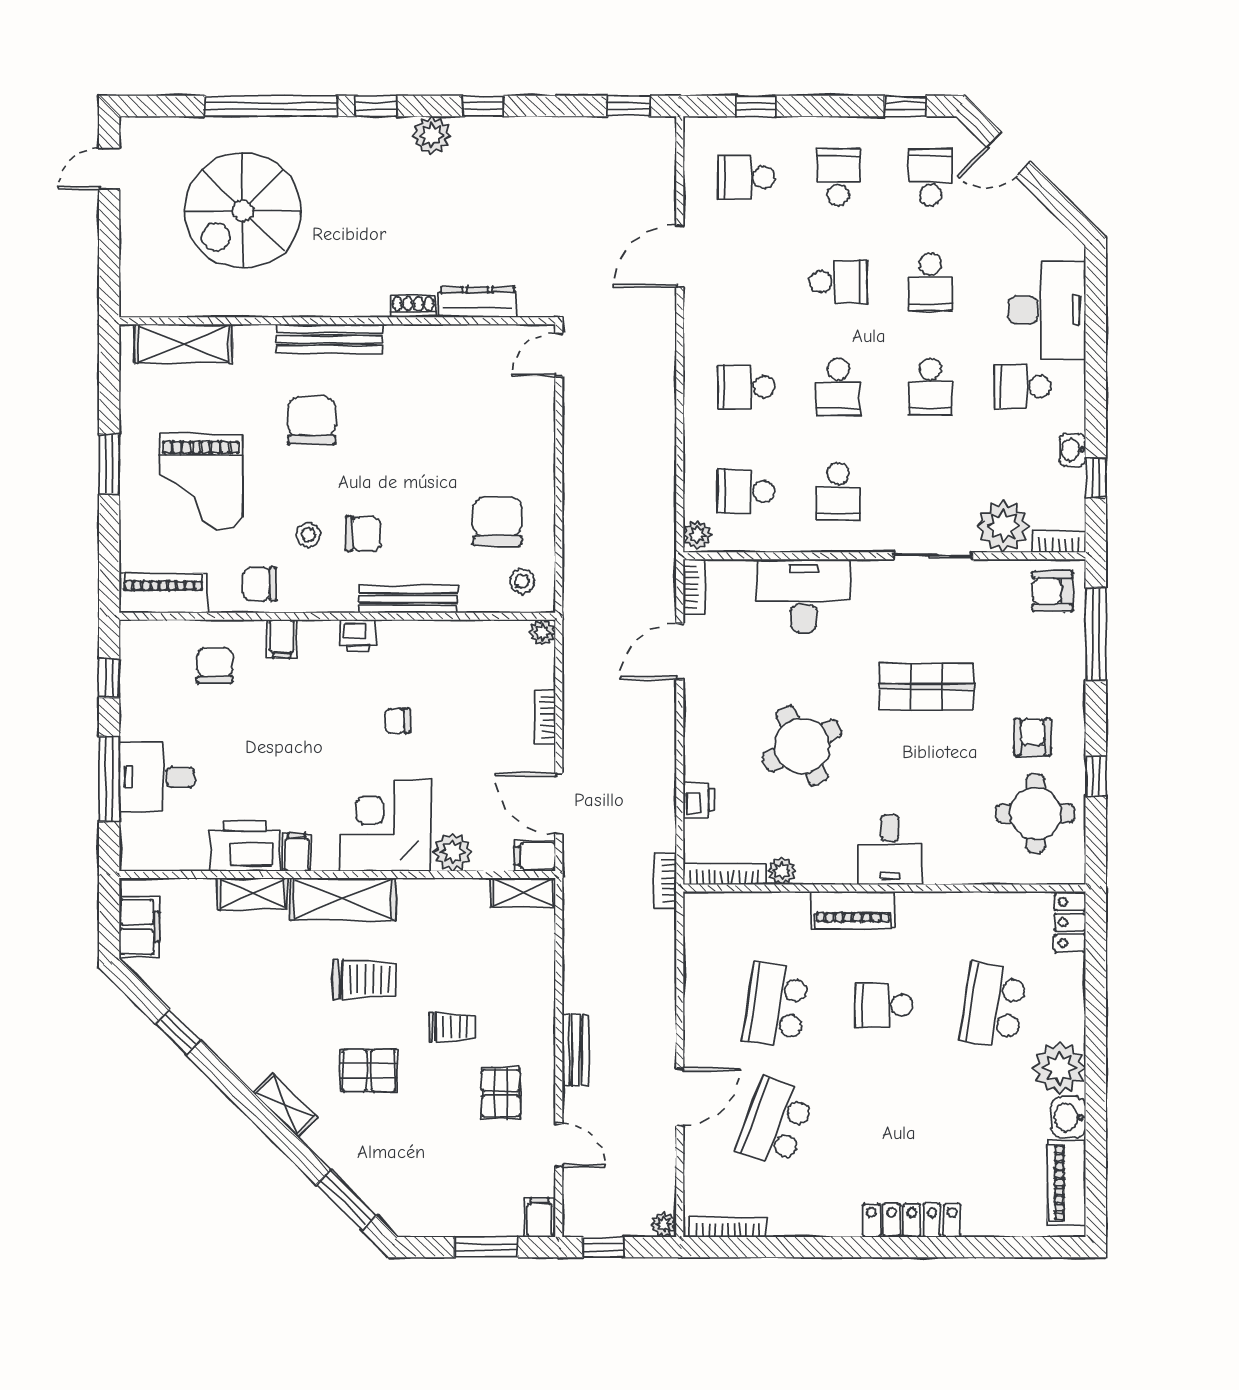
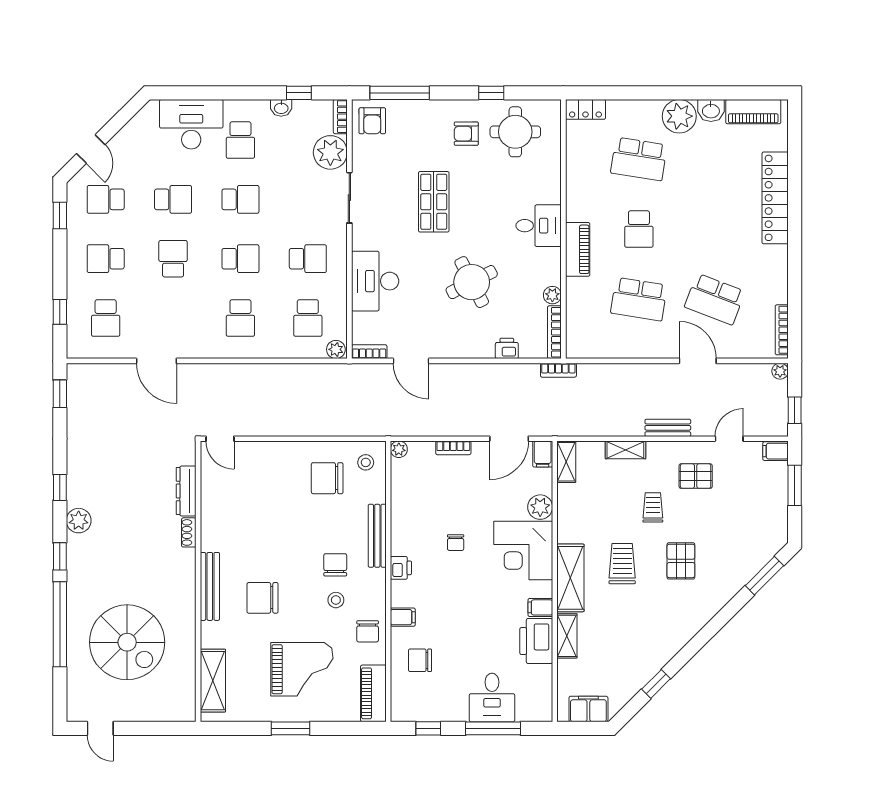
shelving: (285, 1105) -> (625, 450), moved, turned 45
locker: (912, 1220) -> (775, 198), width x1.41, depth x1.21

